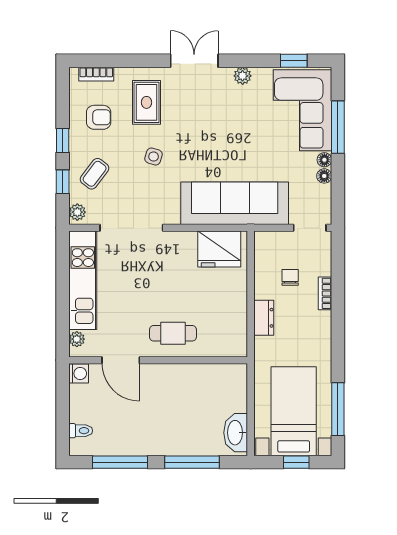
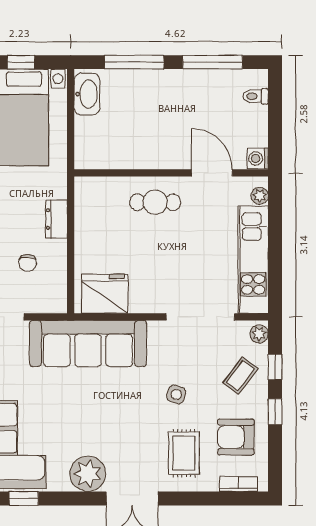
plant: (243, 76) -> (88, 474), width x1.88, depth x1.88
armchair: (99, 117) -> (236, 437), width x1.38, depth x1.38

